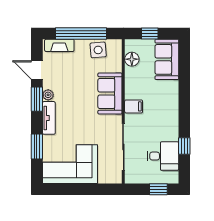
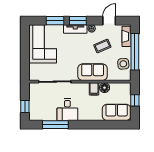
floor lamp: (132, 59) -> (105, 88), moved
coffee table: (73, 80) -> (102, 46), added
window: (37, 99) -> (78, 21), moved
filing cabinet: (134, 106) -> (94, 89), moved
window: (184, 146) -> (55, 125), width x2.17
desk: (163, 156) -> (67, 110), moved

